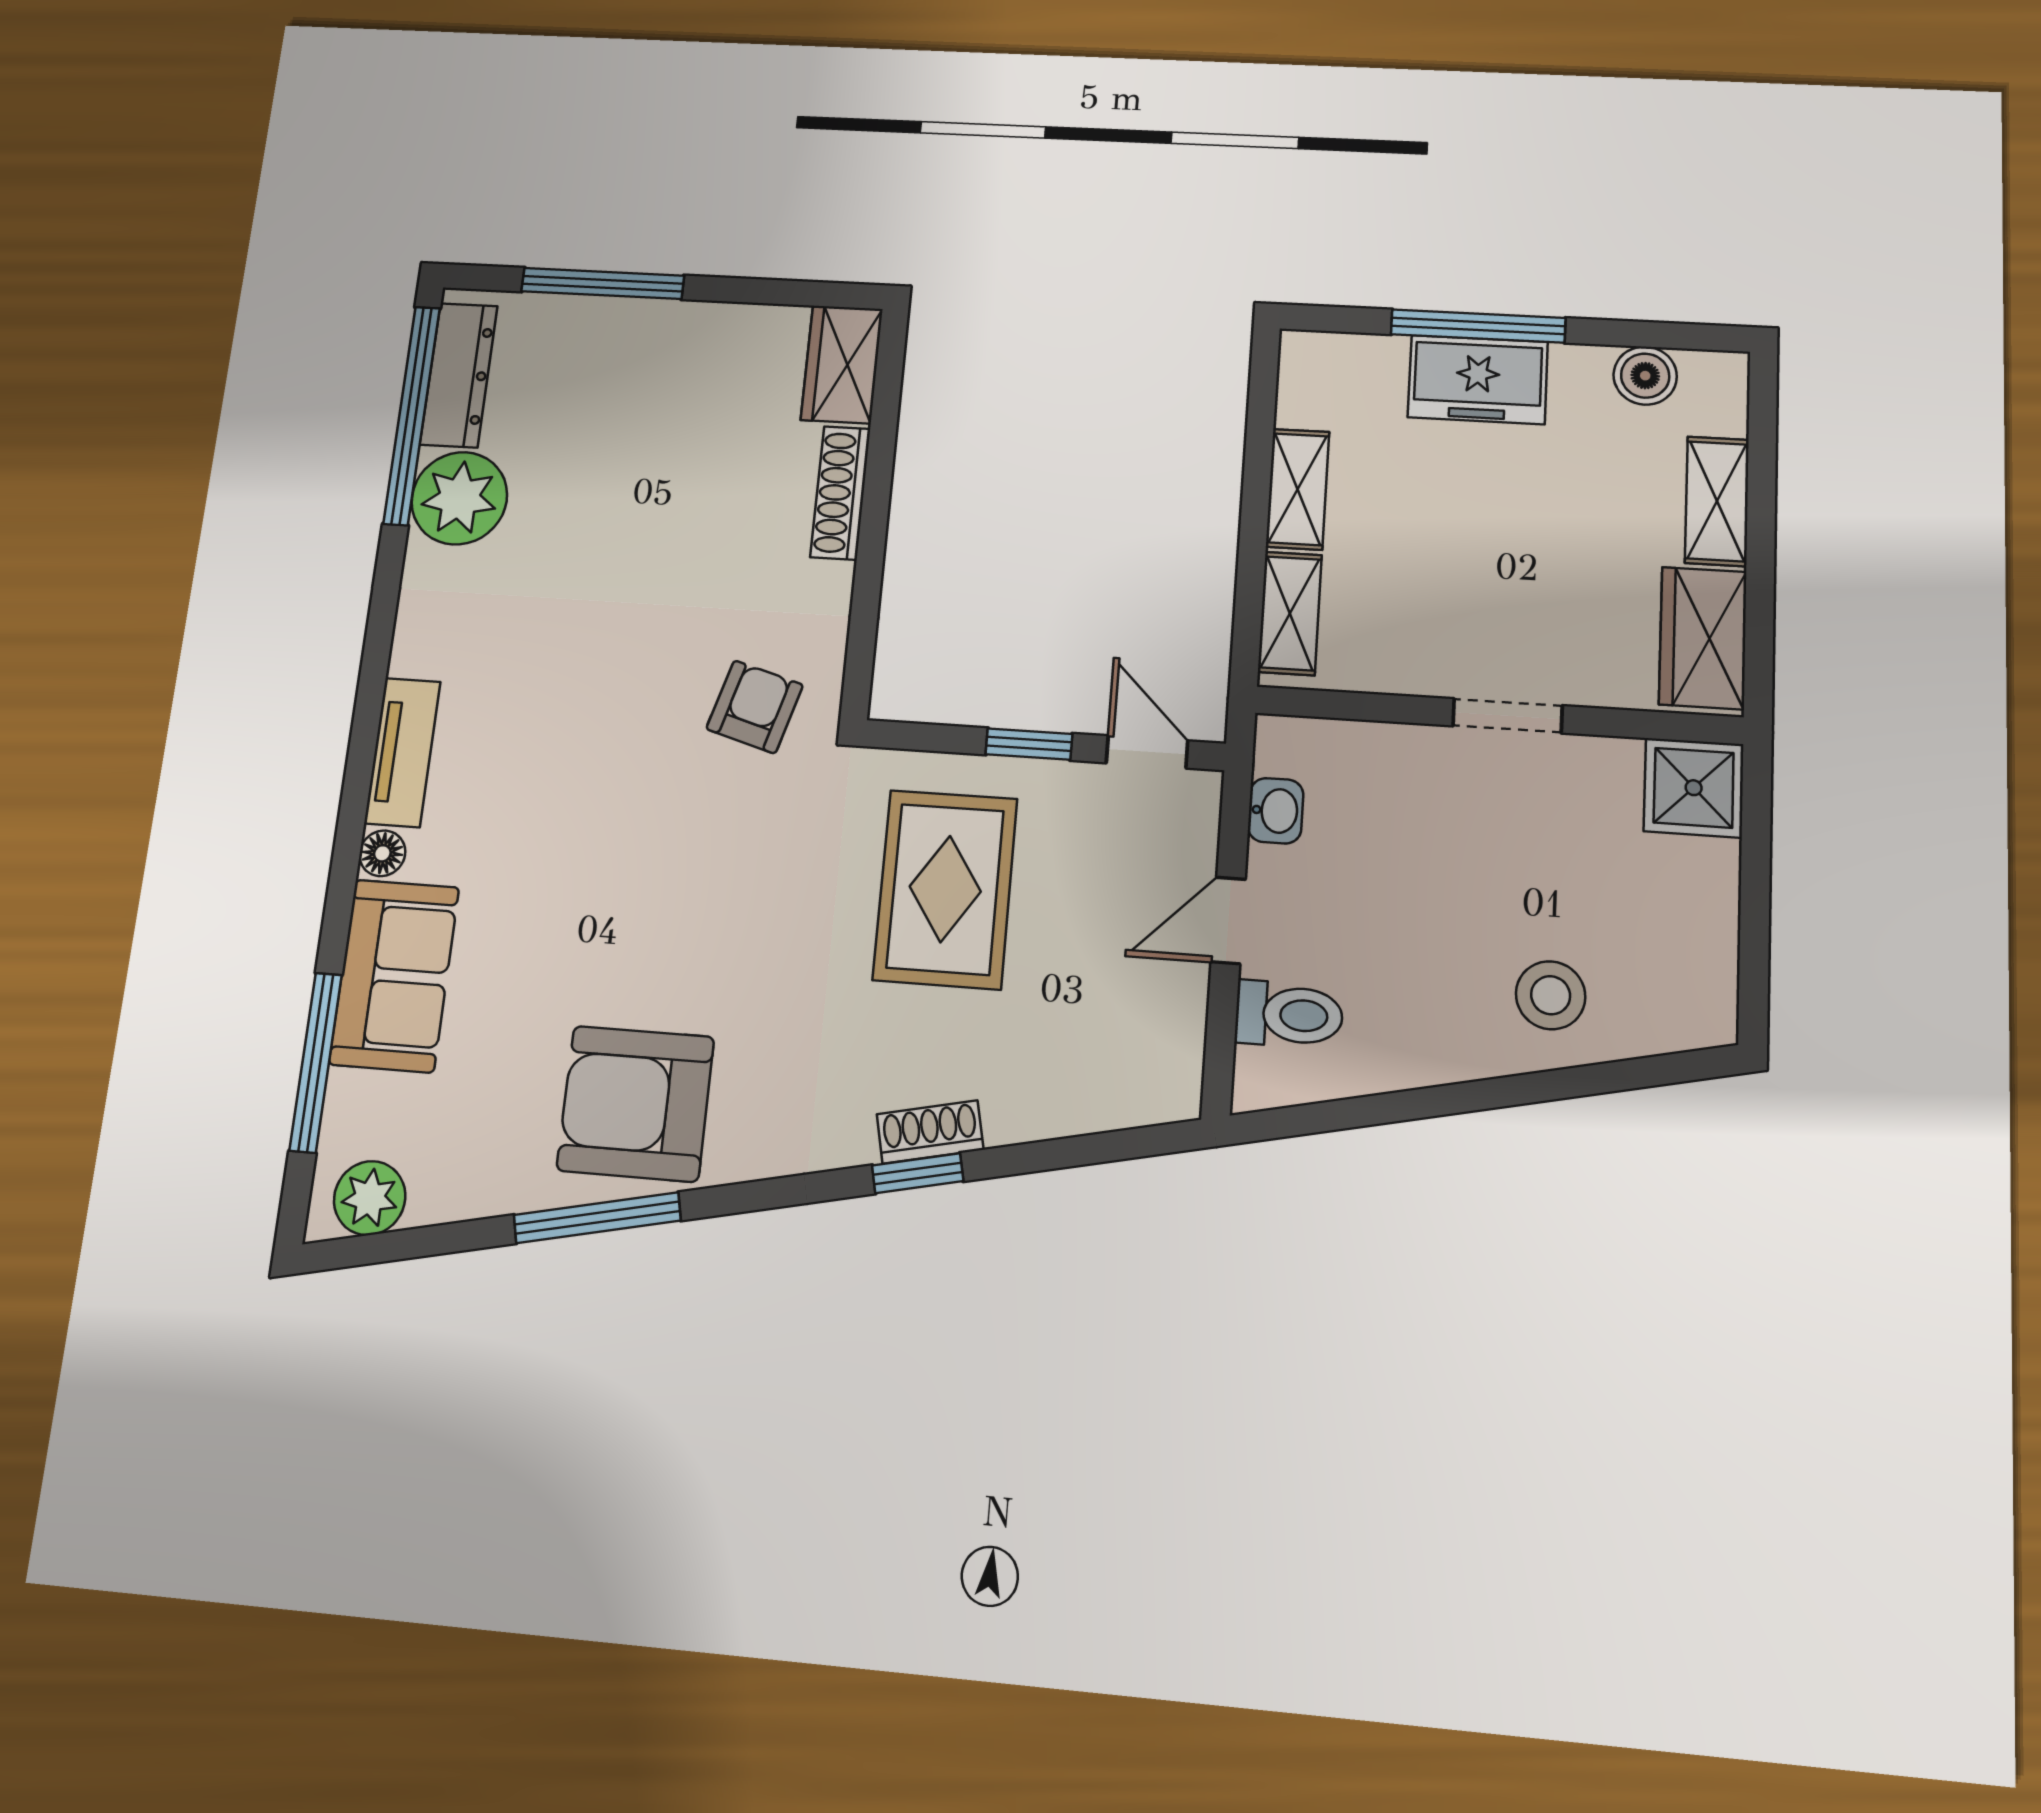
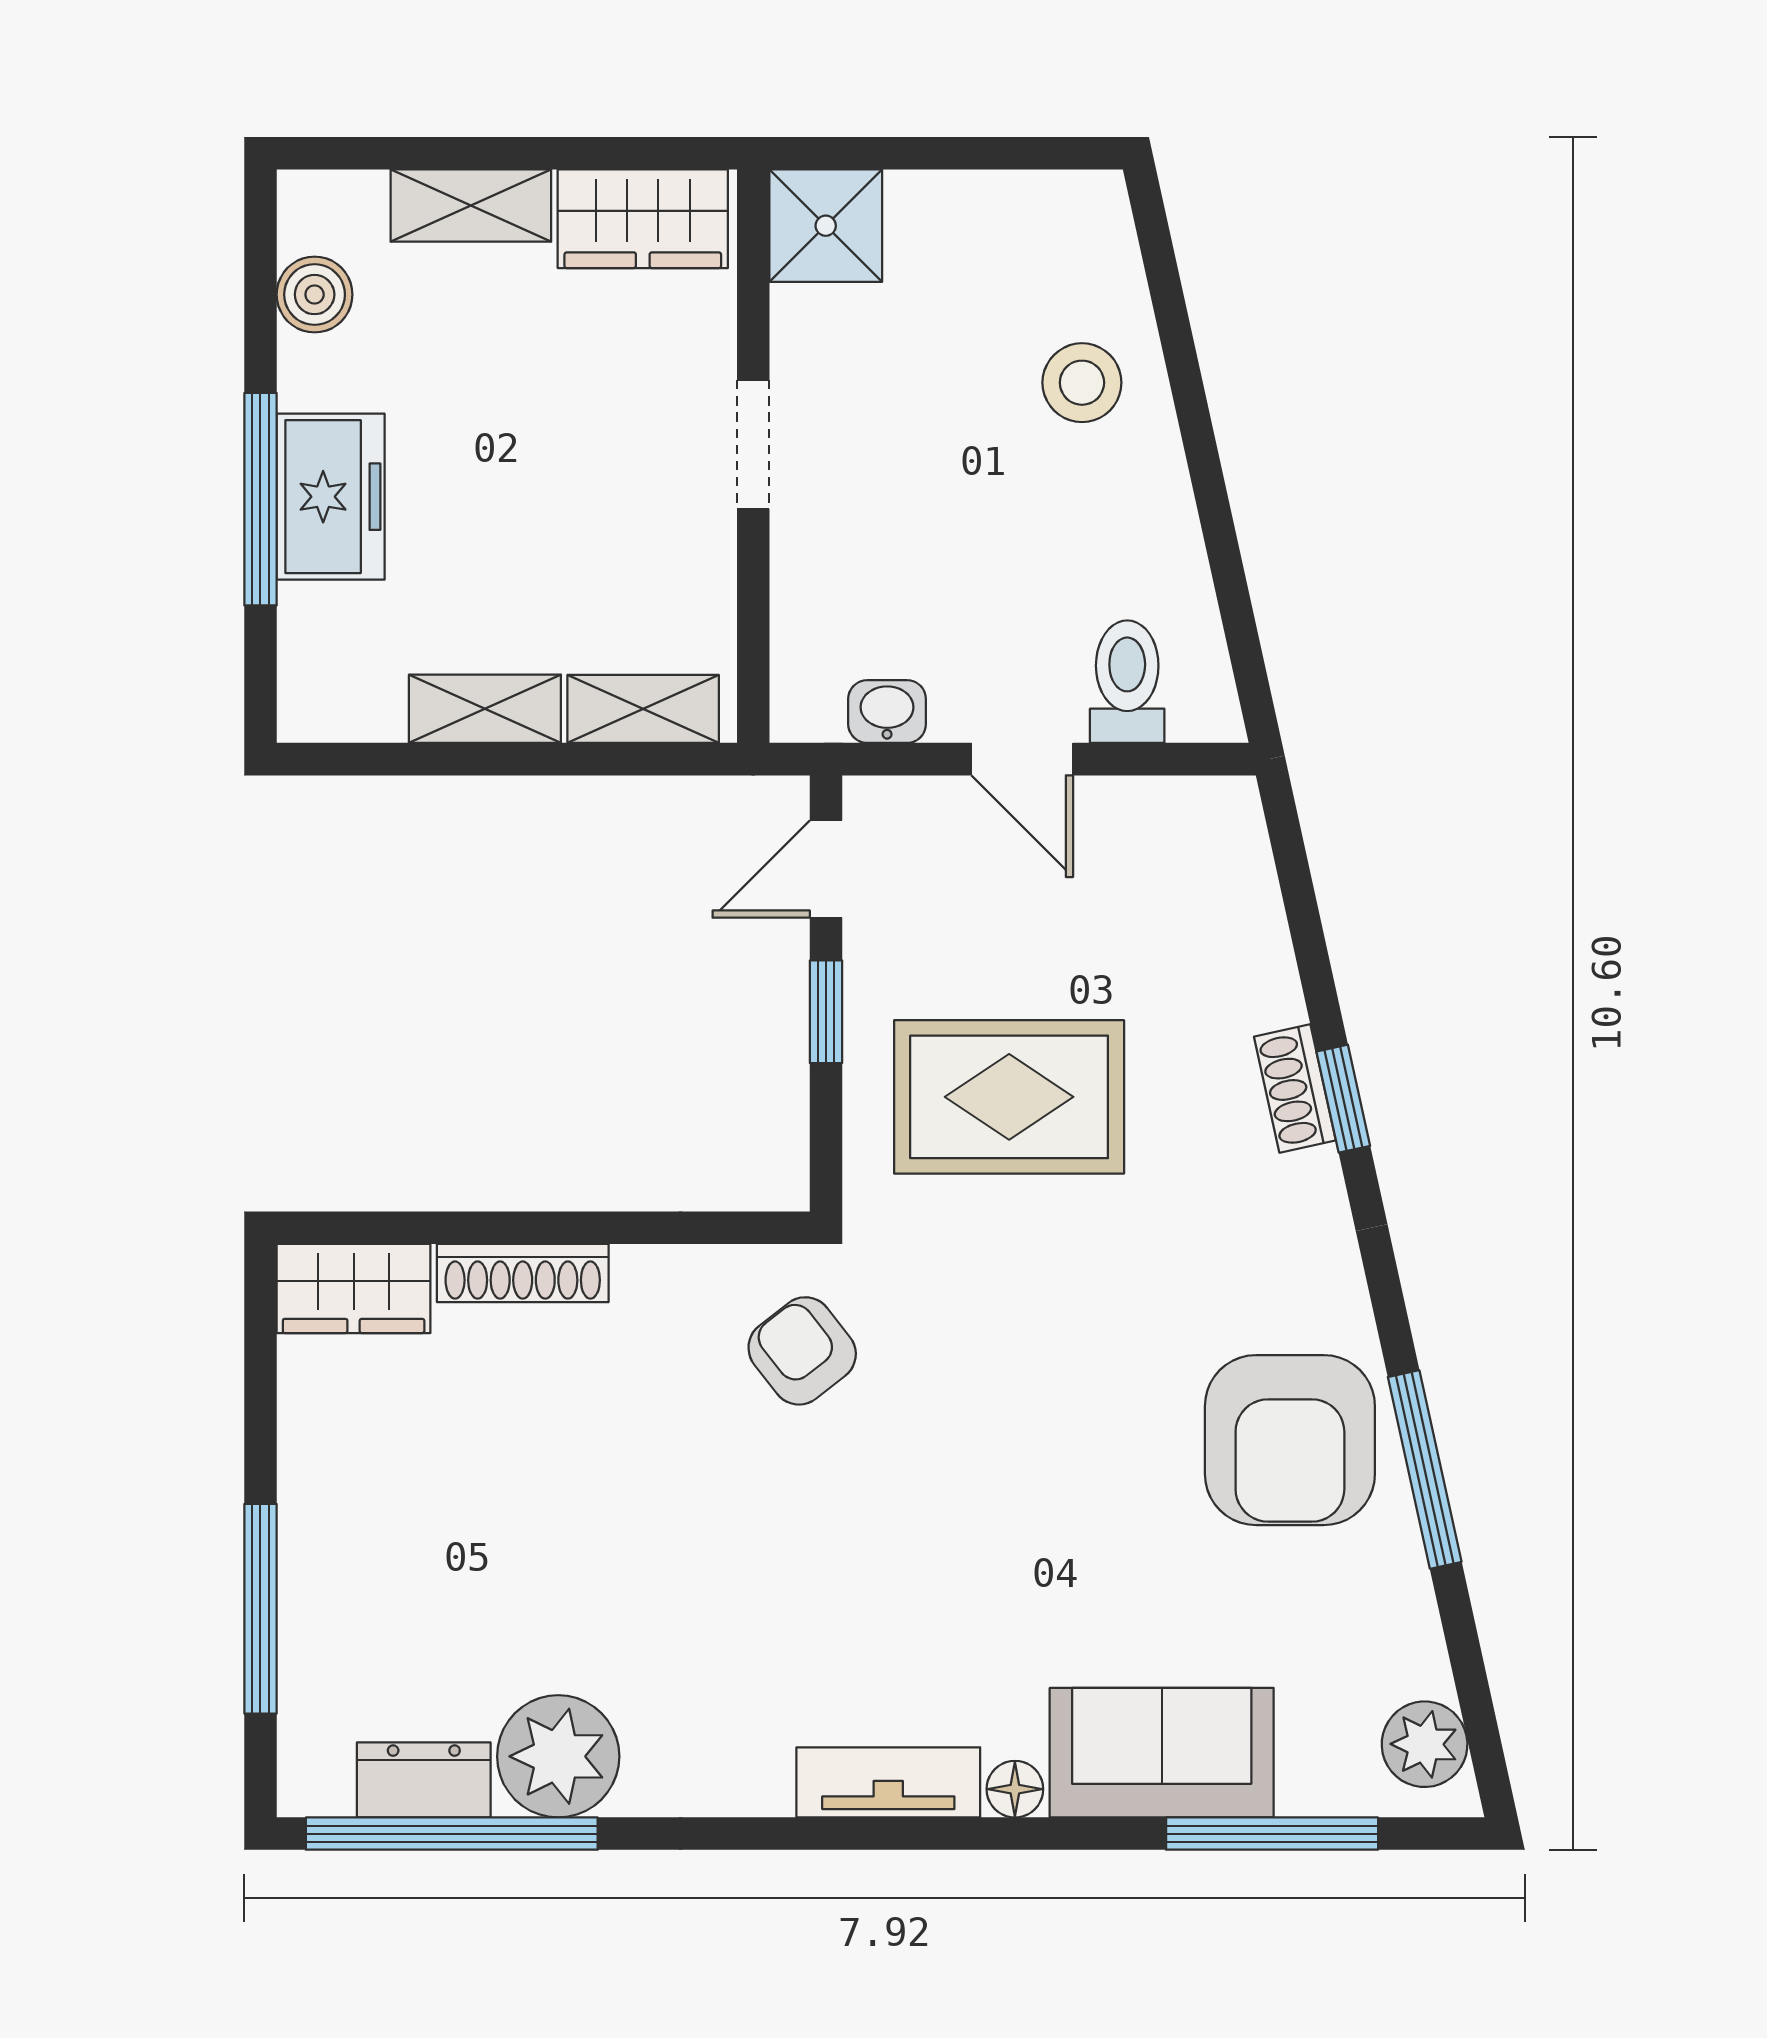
dresser: (459, 375) -> (424, 1780), width x0.70
armchair: (755, 707) -> (802, 1351), turned 36

